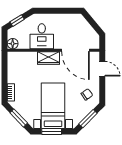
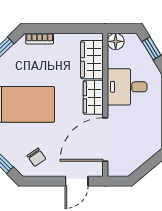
wardrobe: (24, 59) -> (92, 60), added

